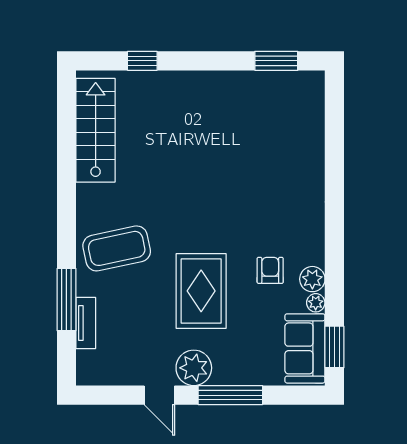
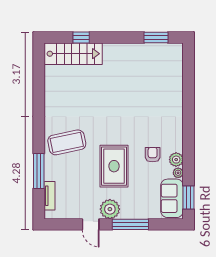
stairs: (96, 130) -> (73, 54), moved, turned 90
tv unit: (86, 323) -> (50, 196), moved

